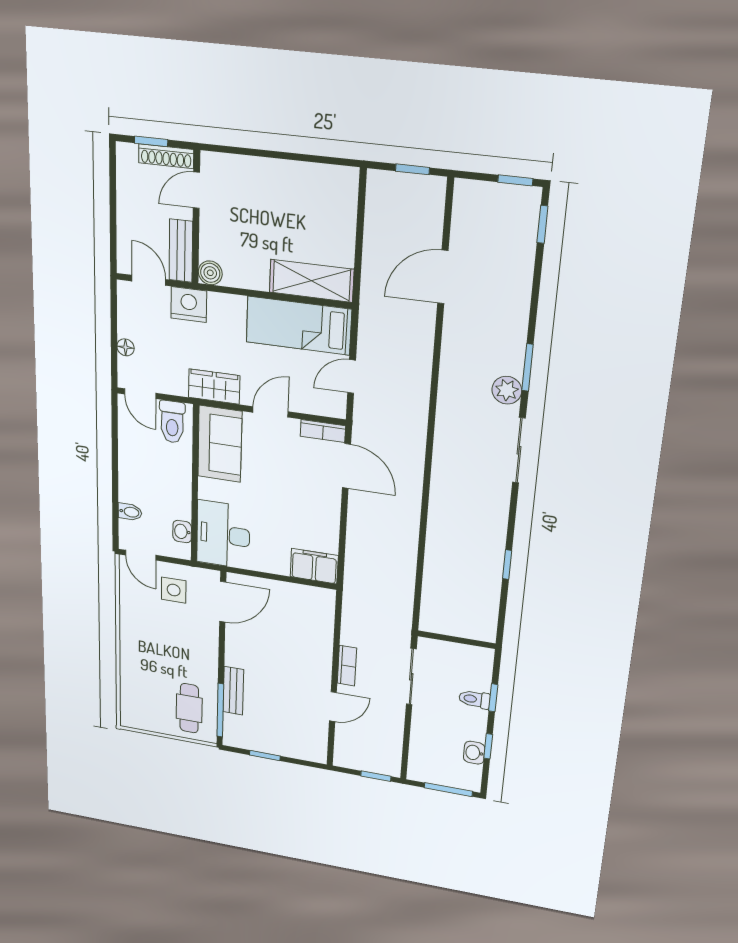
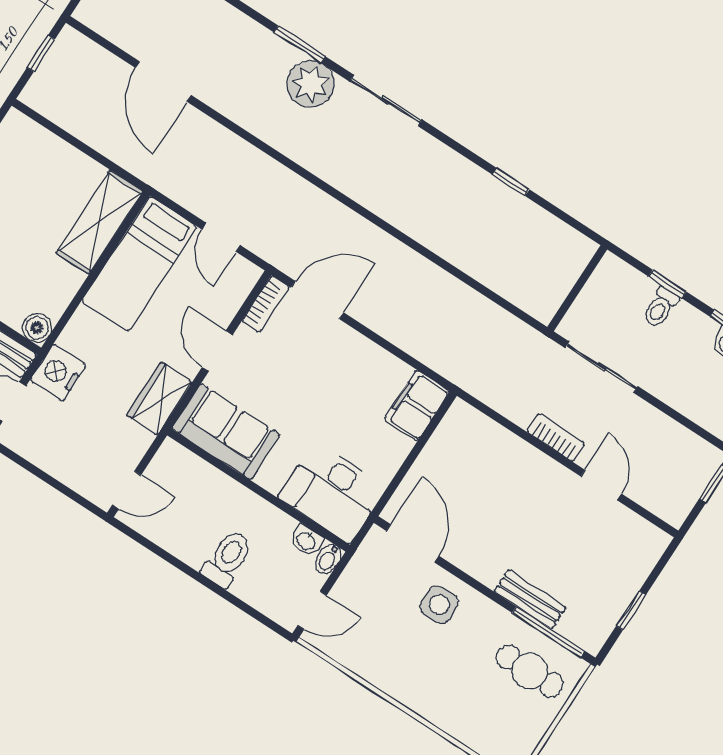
floor lamp: (126, 347) -> (68, 474), removed
plant: (507, 390) -> (311, 84), width x1.36, depth x1.36
toilet: (172, 422) -> (227, 559), moved, turned -90
bidet: (130, 512) -> (328, 559), moved, turned 180
side table: (174, 590) -> (439, 605), moved

